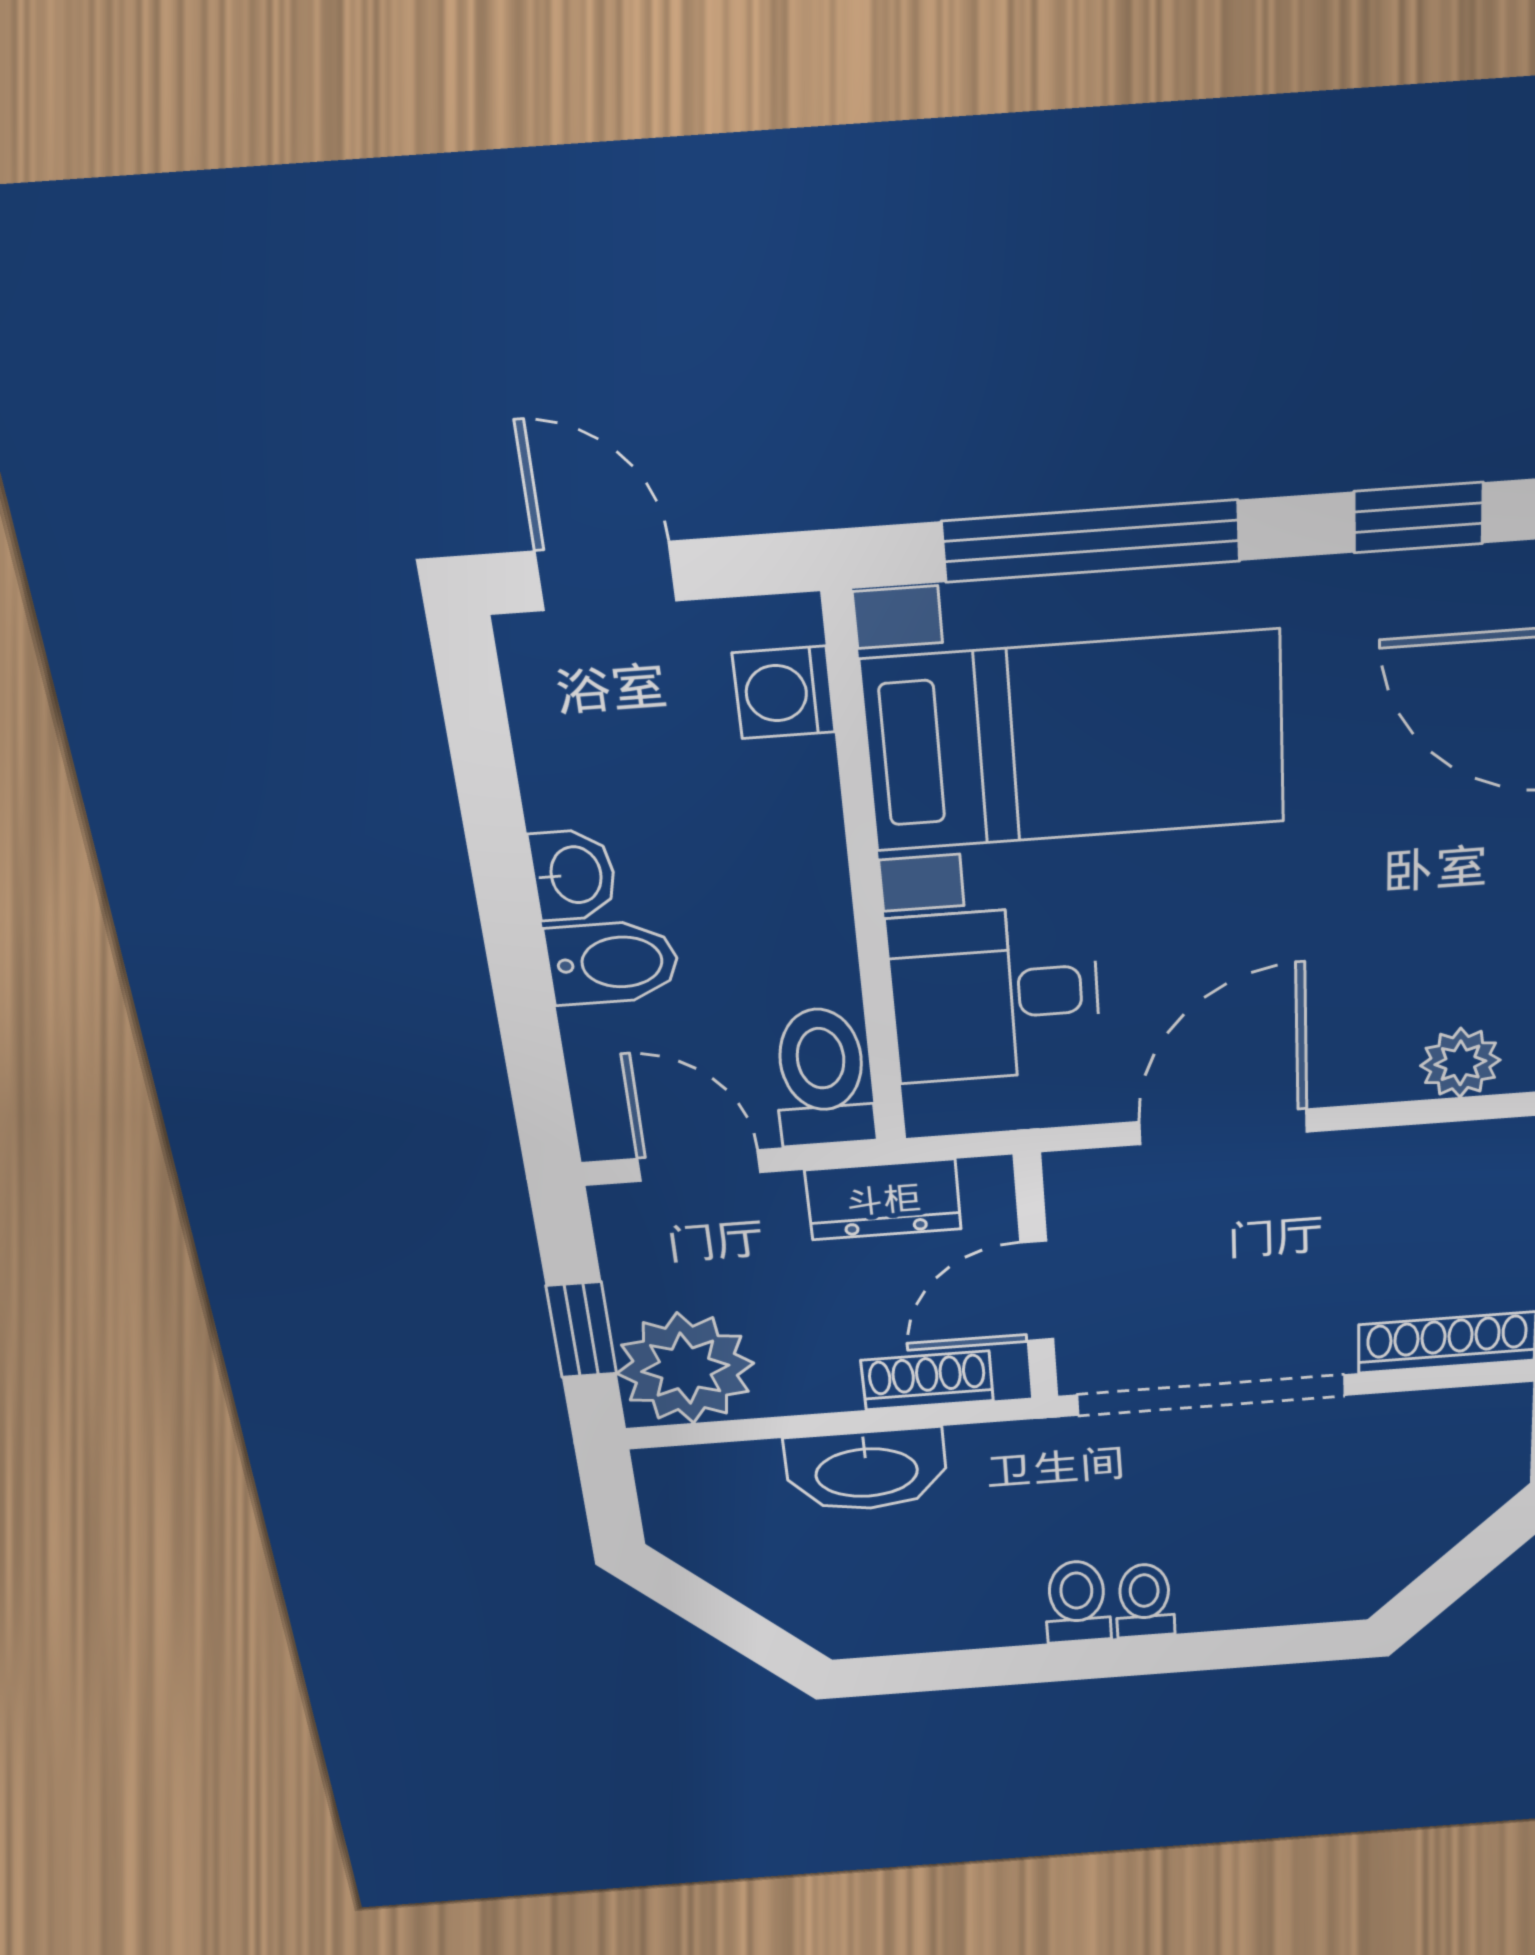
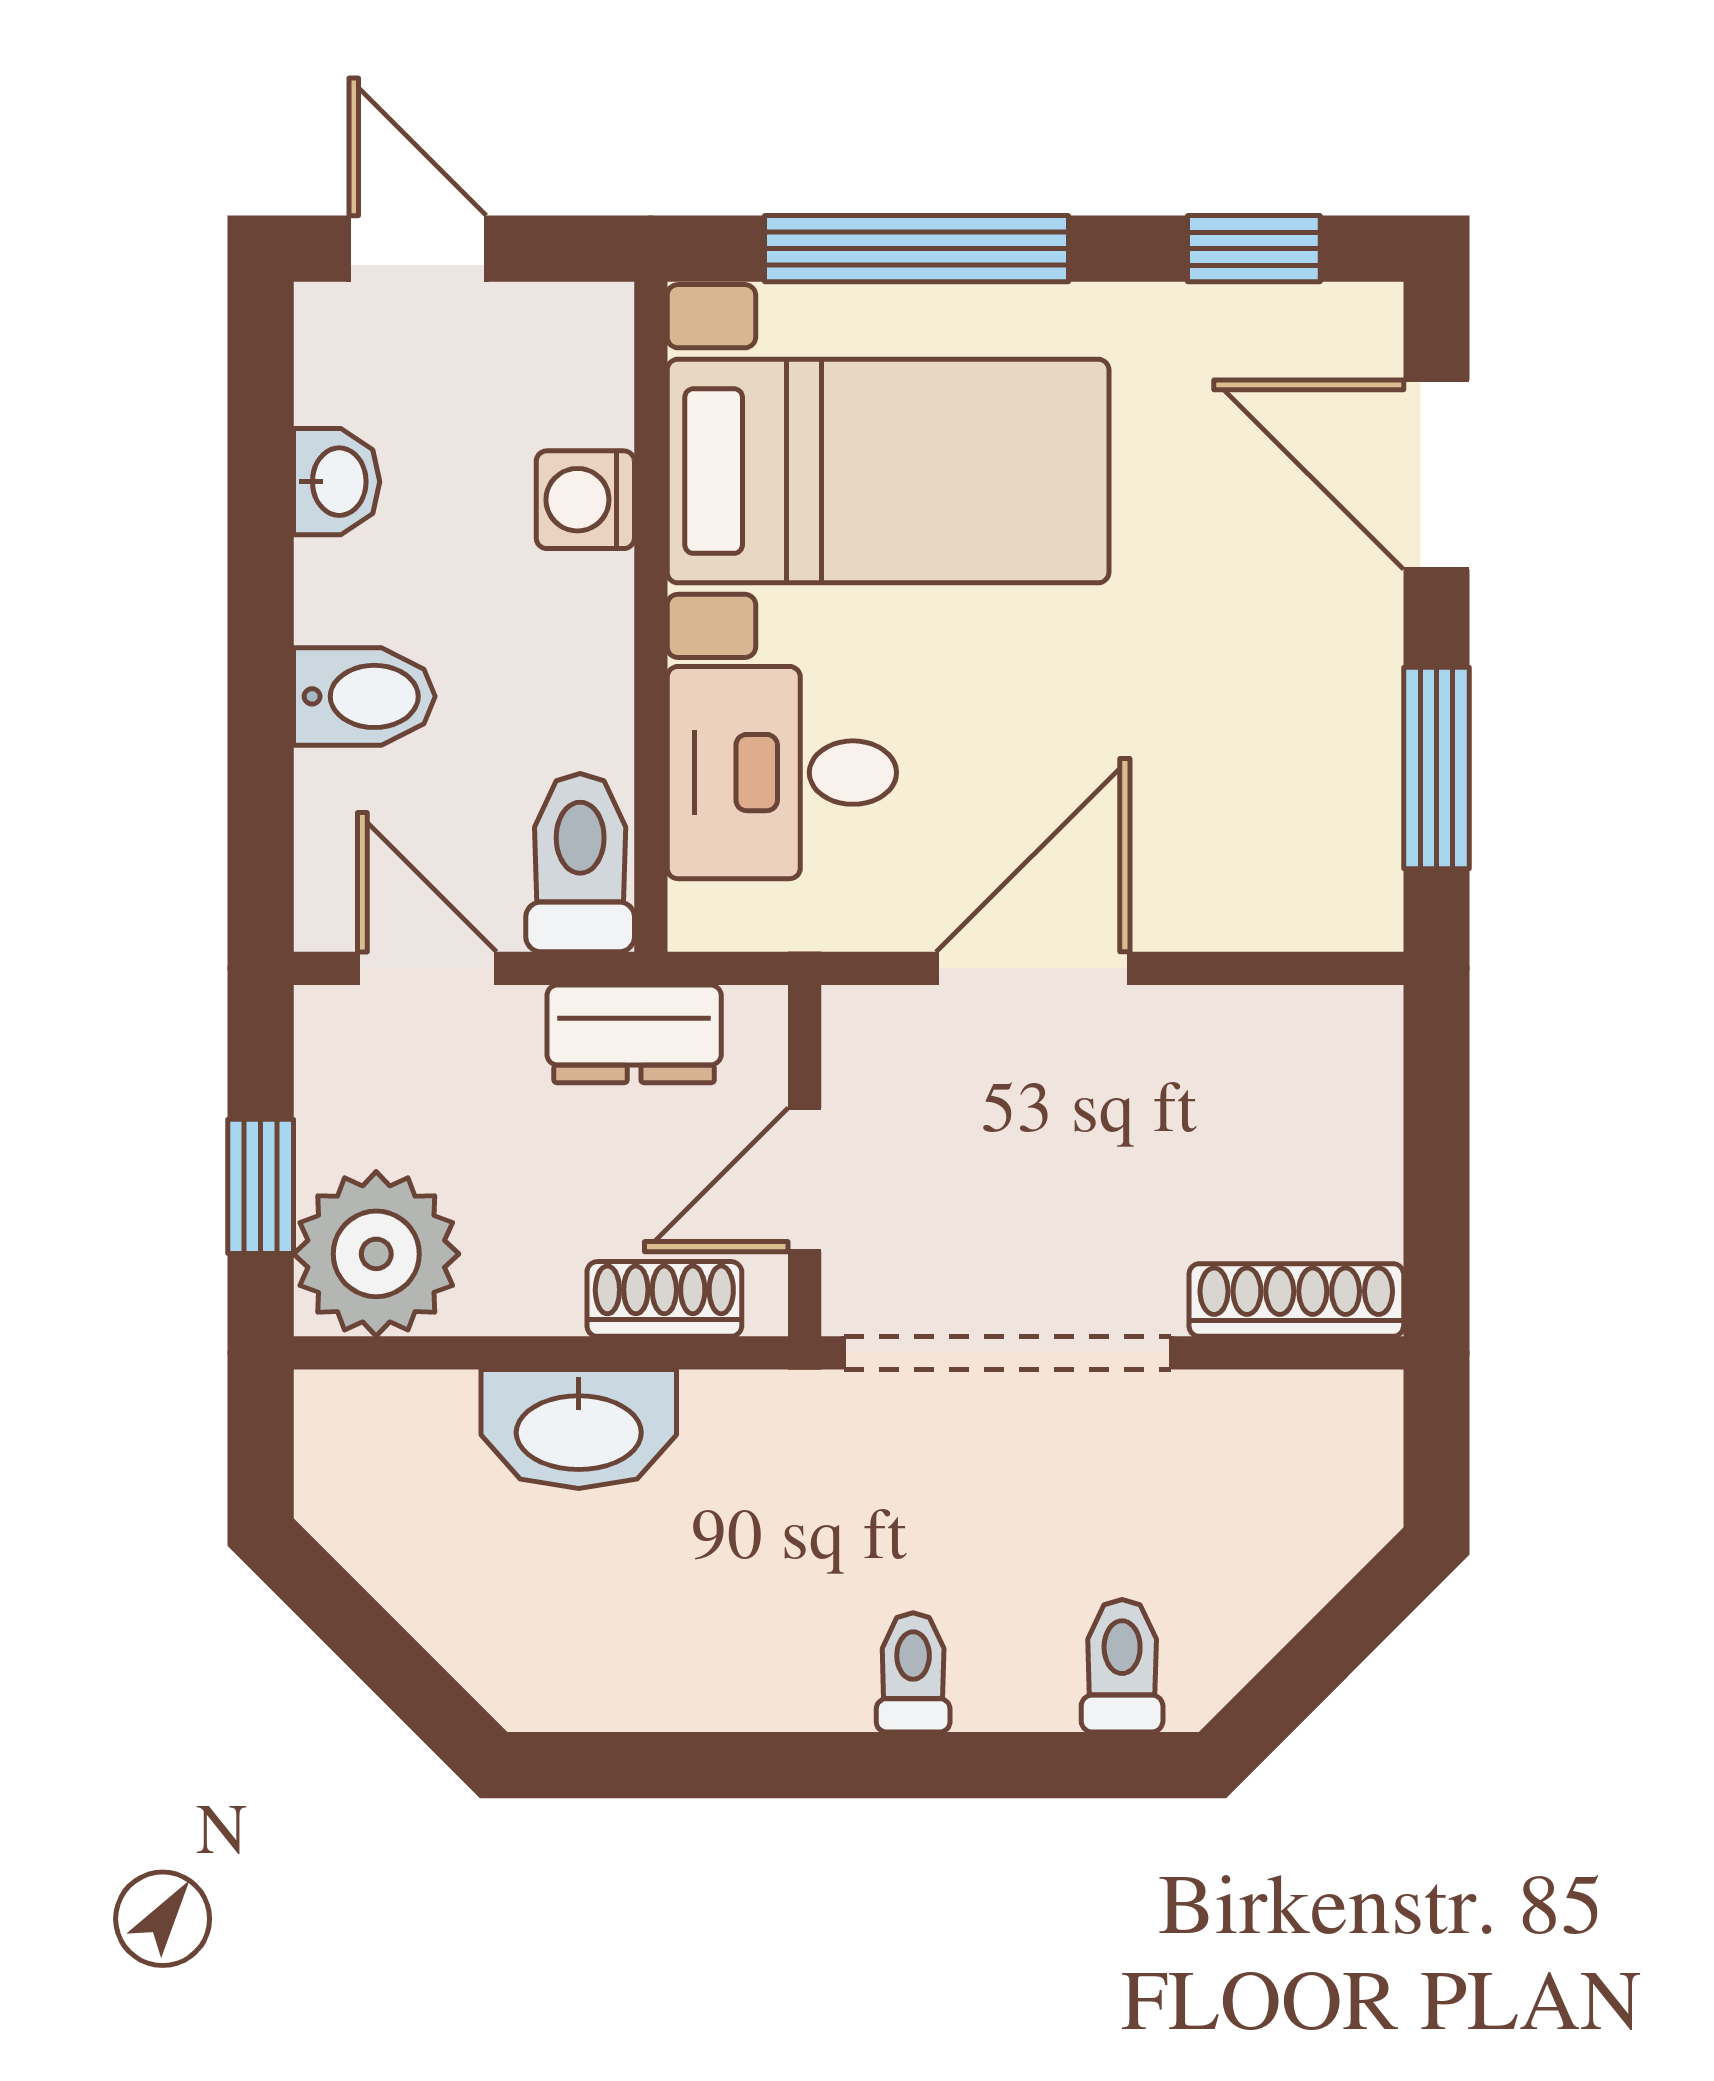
washing machine: (784, 693) -> (585, 500), moved
washbasin: (574, 875) -> (337, 482), moved
plant: (1460, 1063) -> (1307, 906), removed
toilet: (1077, 1602) -> (1122, 1666), moved

